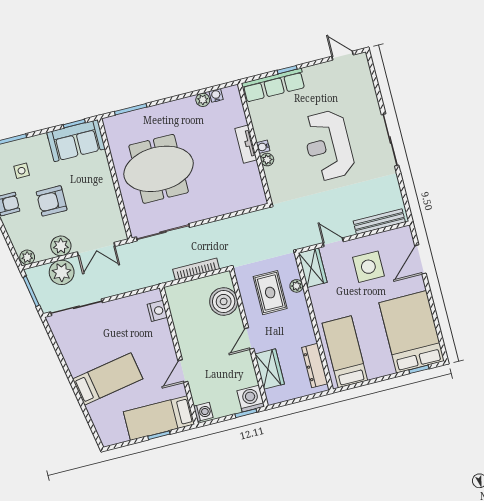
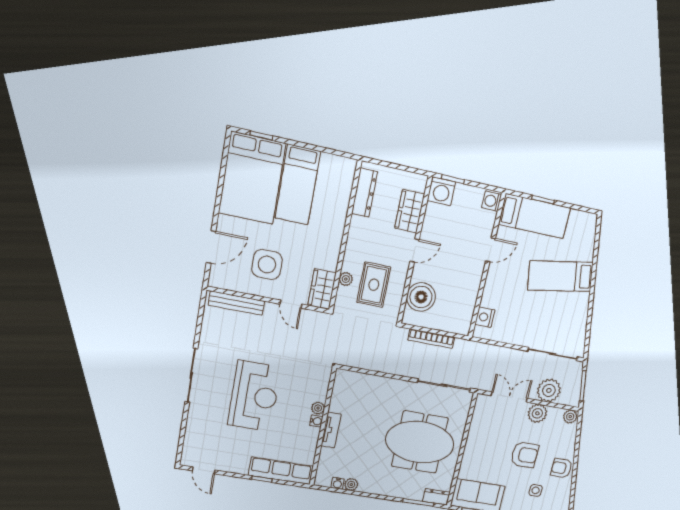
dresser: (116, 122) -> (436, 497), added
bed: (345, 352) -> (298, 185), moved

